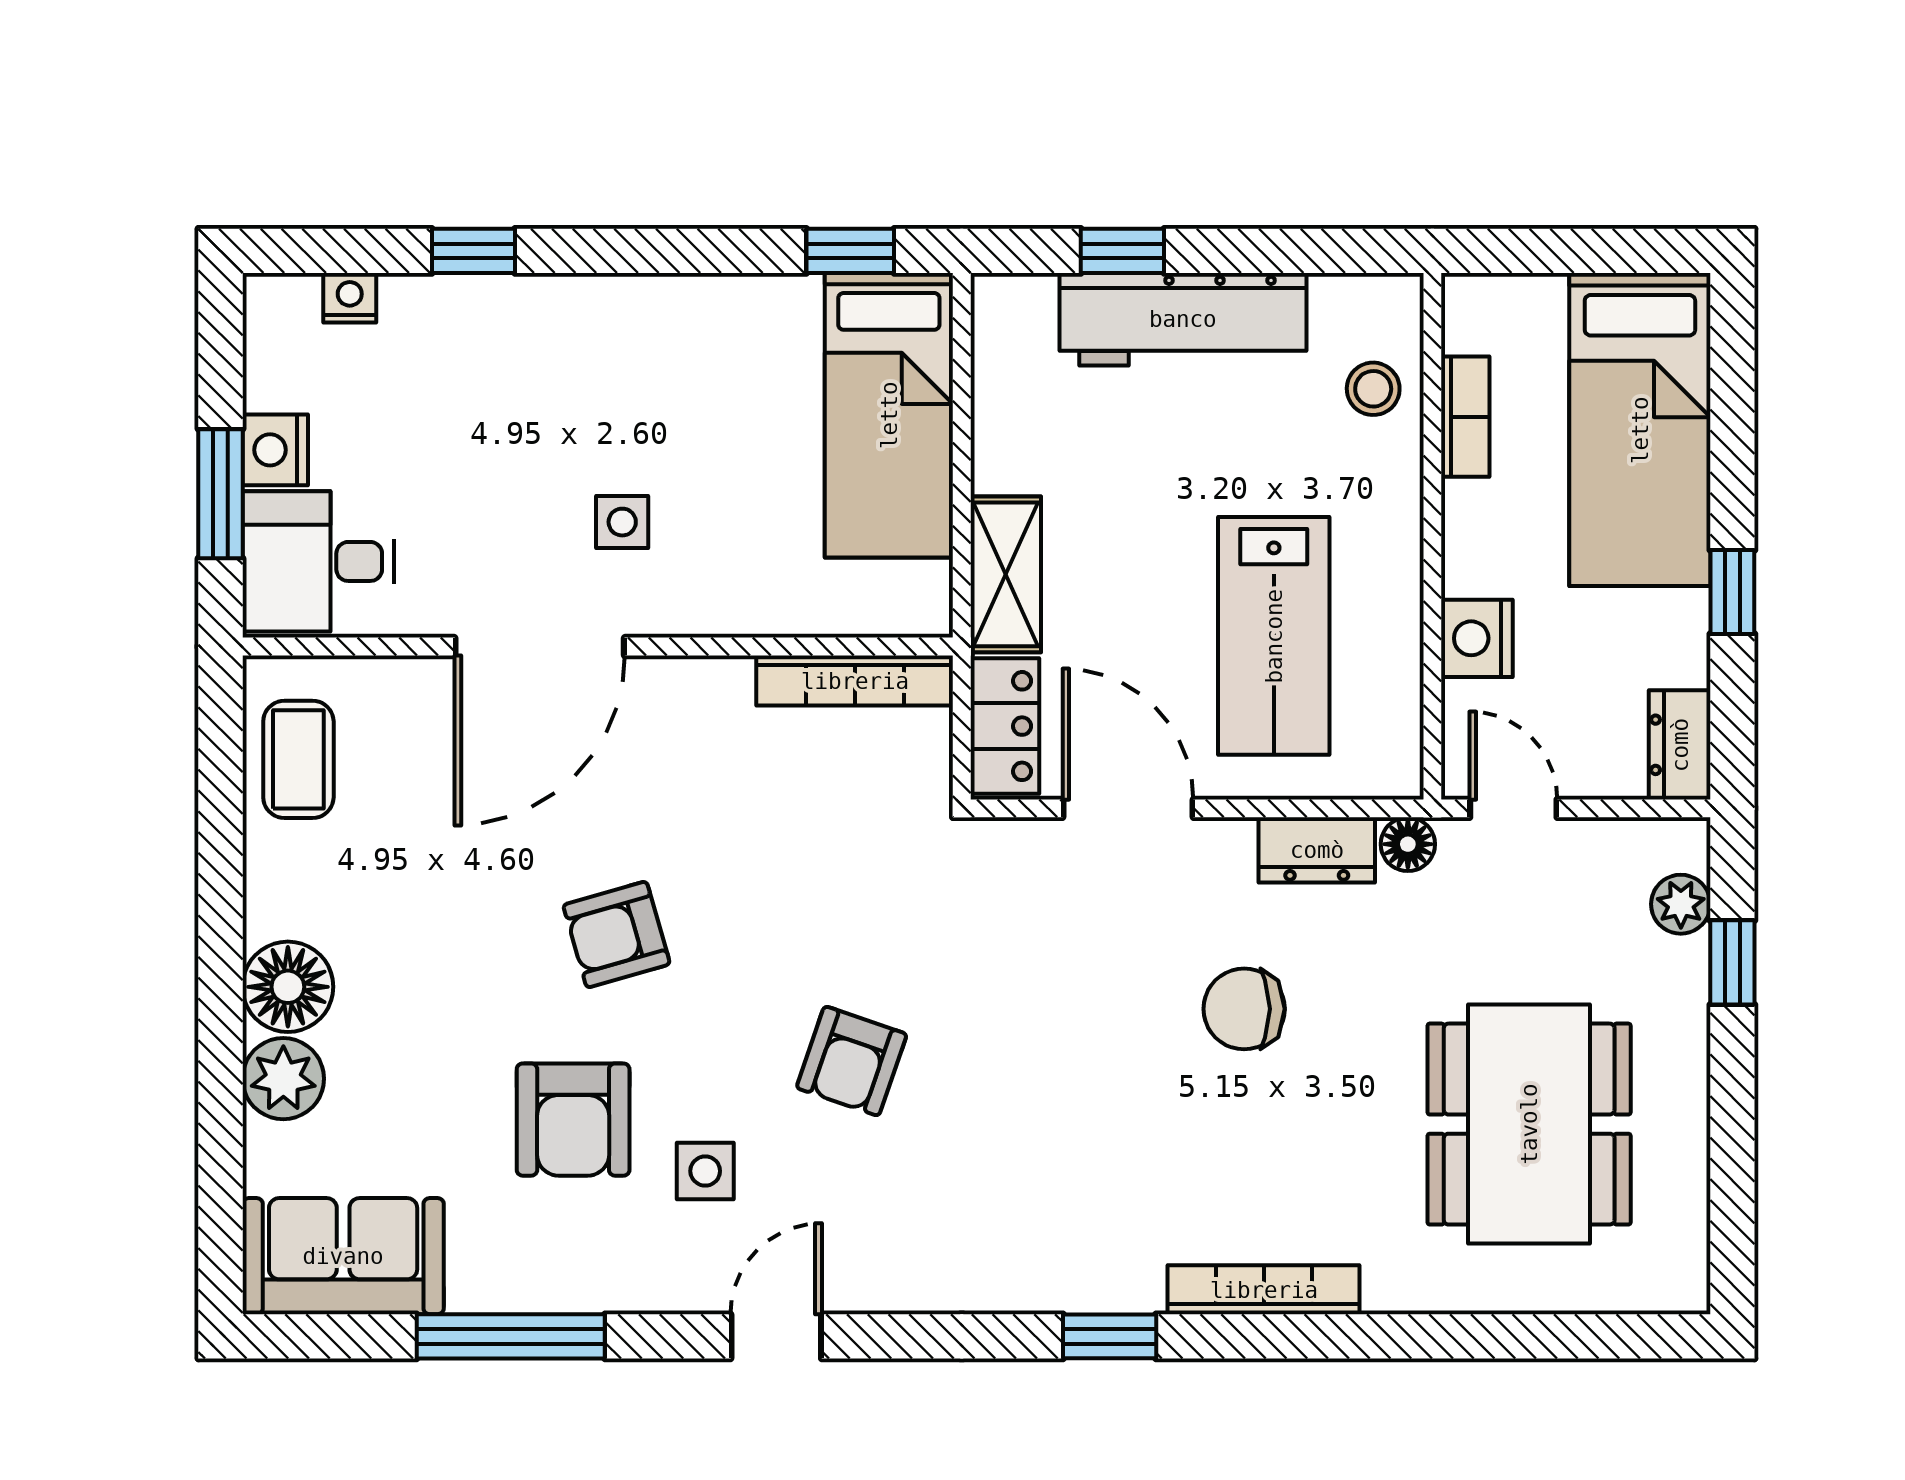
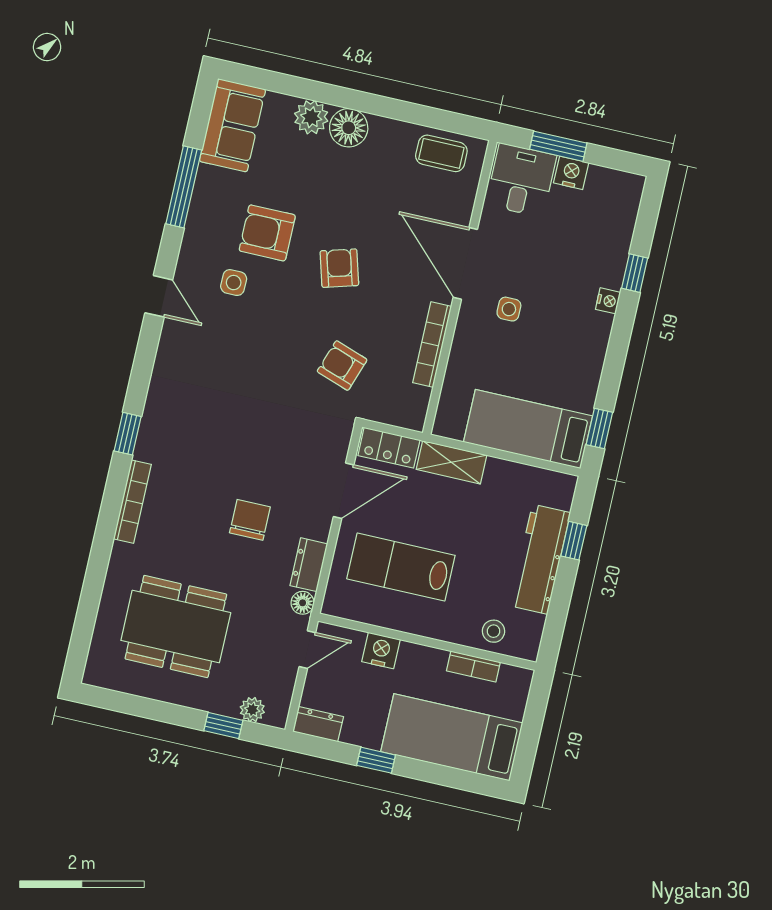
nightstand: (350, 298) -> (608, 301), moved
bookcase: (855, 681) -> (432, 345), moved
armchair: (852, 1061) -> (342, 366), moved

